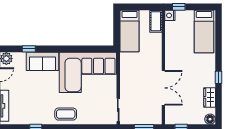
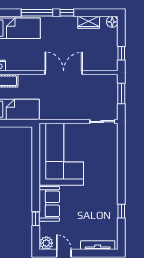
window: (218, 50) -> (37, 13), added
double door: (163, 88) -> (64, 73), moved
coffee table: (66, 114) -> (107, 179), removed

